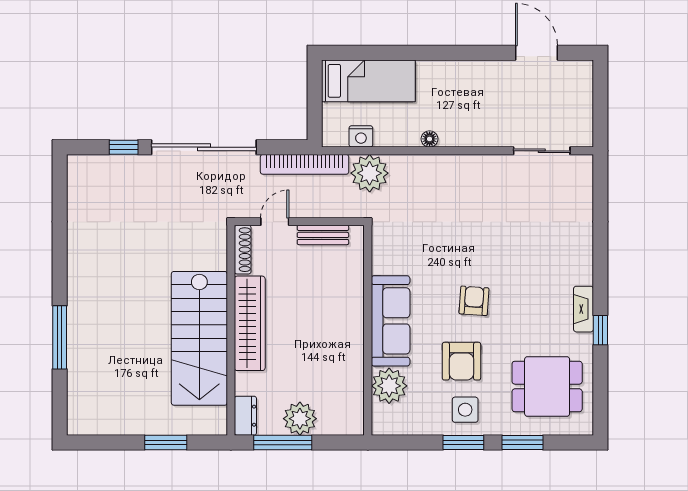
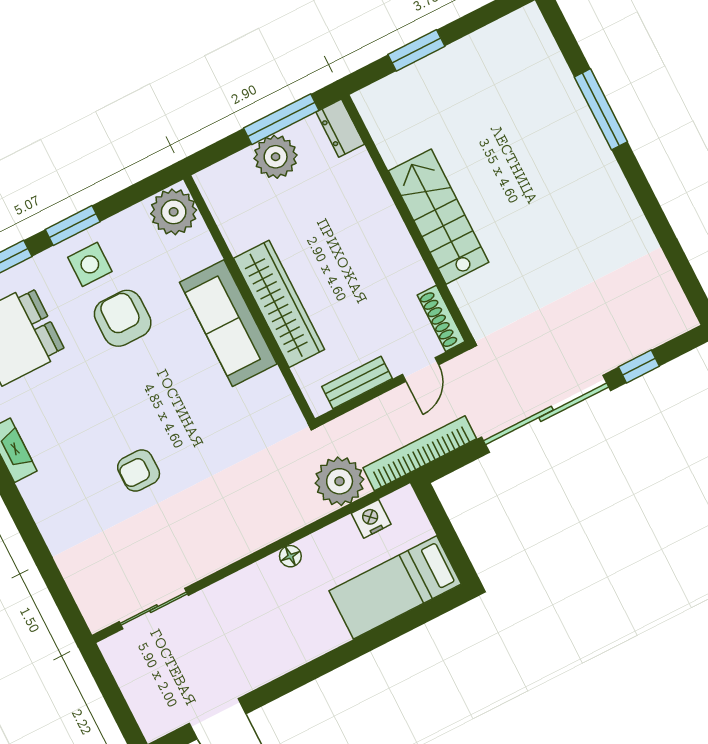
armchair: (474, 301) -> (139, 471), moved, turned 86
wardrobe: (250, 323) -> (279, 304), moved, turned 180
stairs: (199, 338) -> (439, 217), width x0.73, depth x0.66
plant: (389, 386) -> (174, 212), moved

